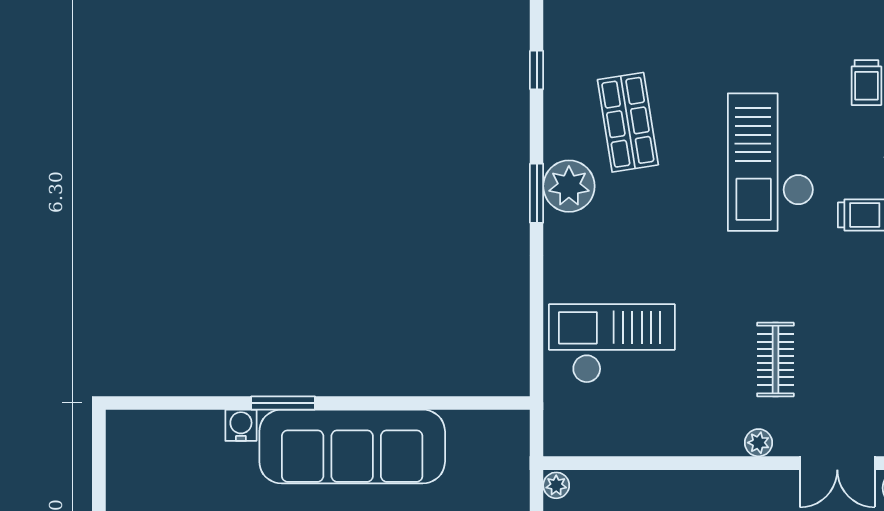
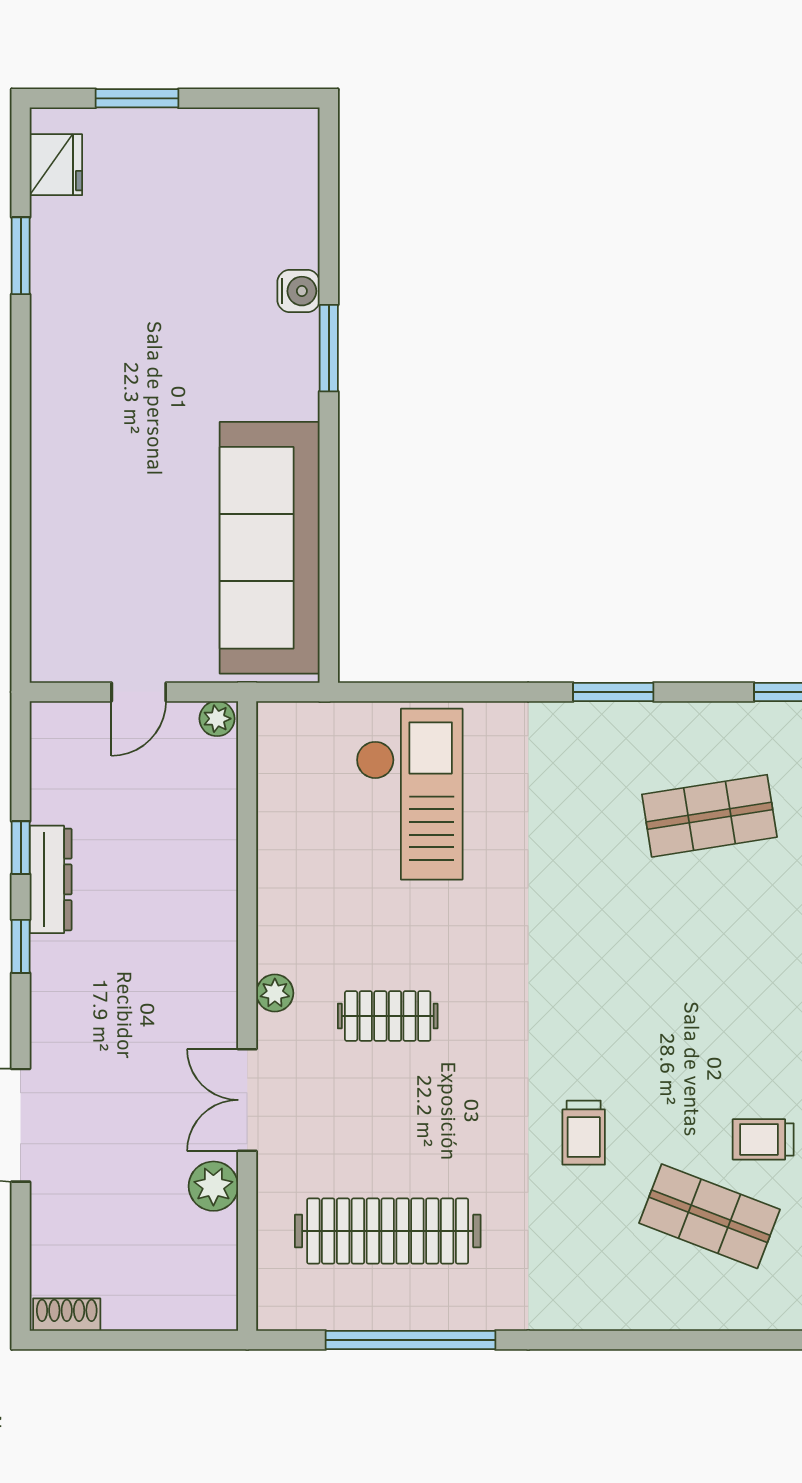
checkout: (771, 162) -> (655, 1010), removed
plant: (569, 186) -> (623, 736), removed
sofa: (352, 446) -> (270, 548), moved

